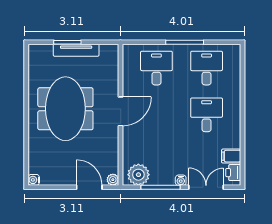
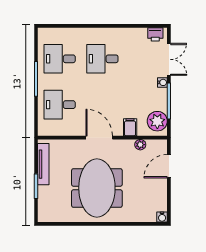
tv unit: (76, 50) -> (43, 164), moved
meeting table: (65, 109) -> (97, 188), turned 90
filing cabinet: (231, 156) -> (130, 127), moved, turned 180
plant: (113, 180) -> (140, 145), moved
double door: (206, 187) -> (169, 59), swing flipped

